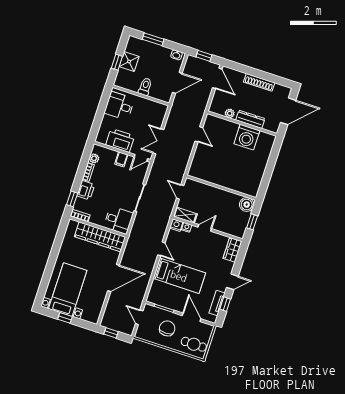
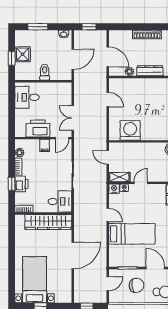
door: (217, 78) -> (108, 57), moved
washing machine: (247, 137) -> (130, 130), moved, turned 180
window: (72, 199) -> (12, 184), moved
door: (139, 317) -> (108, 284), swing flipped
chair: (167, 328) -> (136, 285), turned 83

